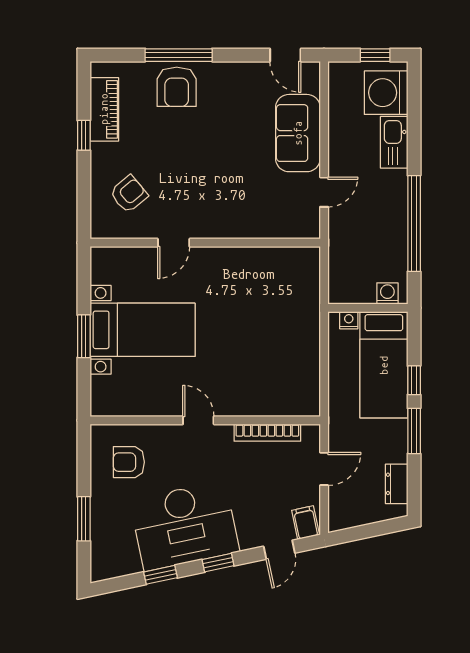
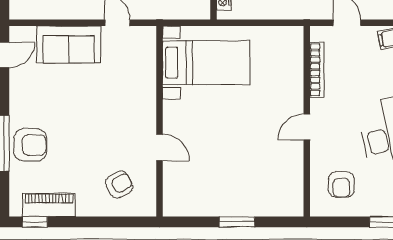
window: (84, 135) -> (35, 222), moved
armchair: (129, 194) -> (119, 185), turned 101
bed with nightstands: (143, 330) -> (206, 63), moved, turned 90

